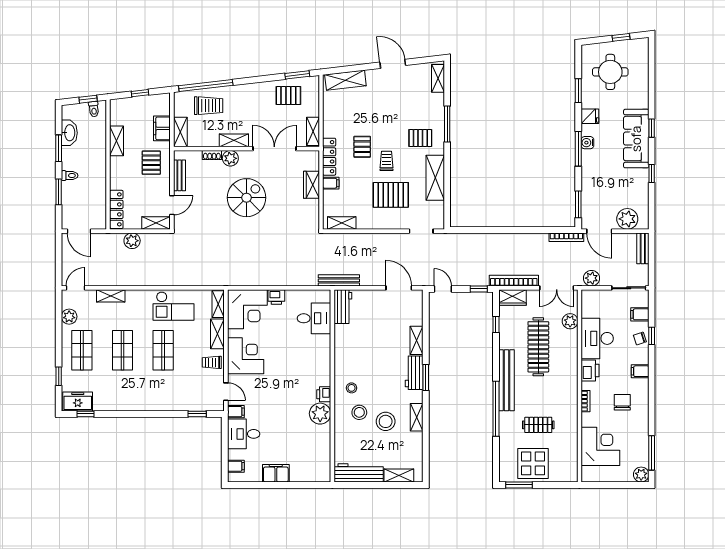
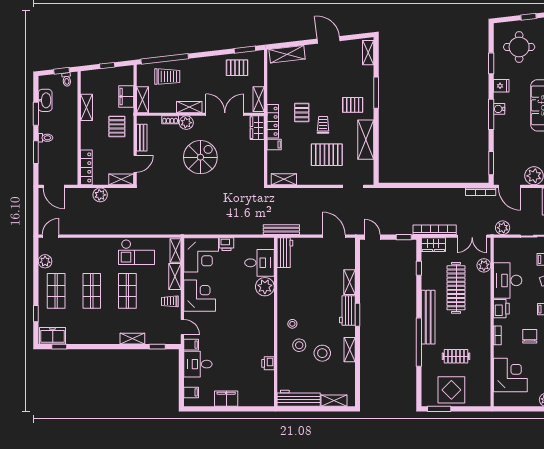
wardrobe: (311, 185) -> (257, 128), moved
shelving: (111, 296) -> (132, 339), moved
printer: (324, 394) -> (268, 363), moved
plant: (320, 414) -> (265, 287), moved

